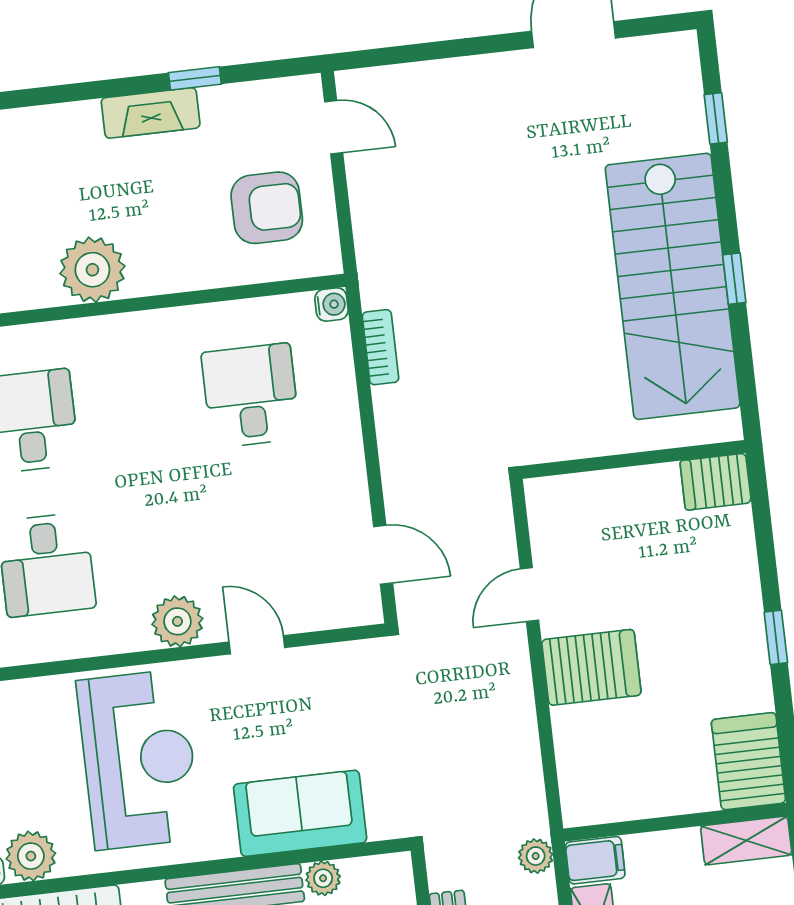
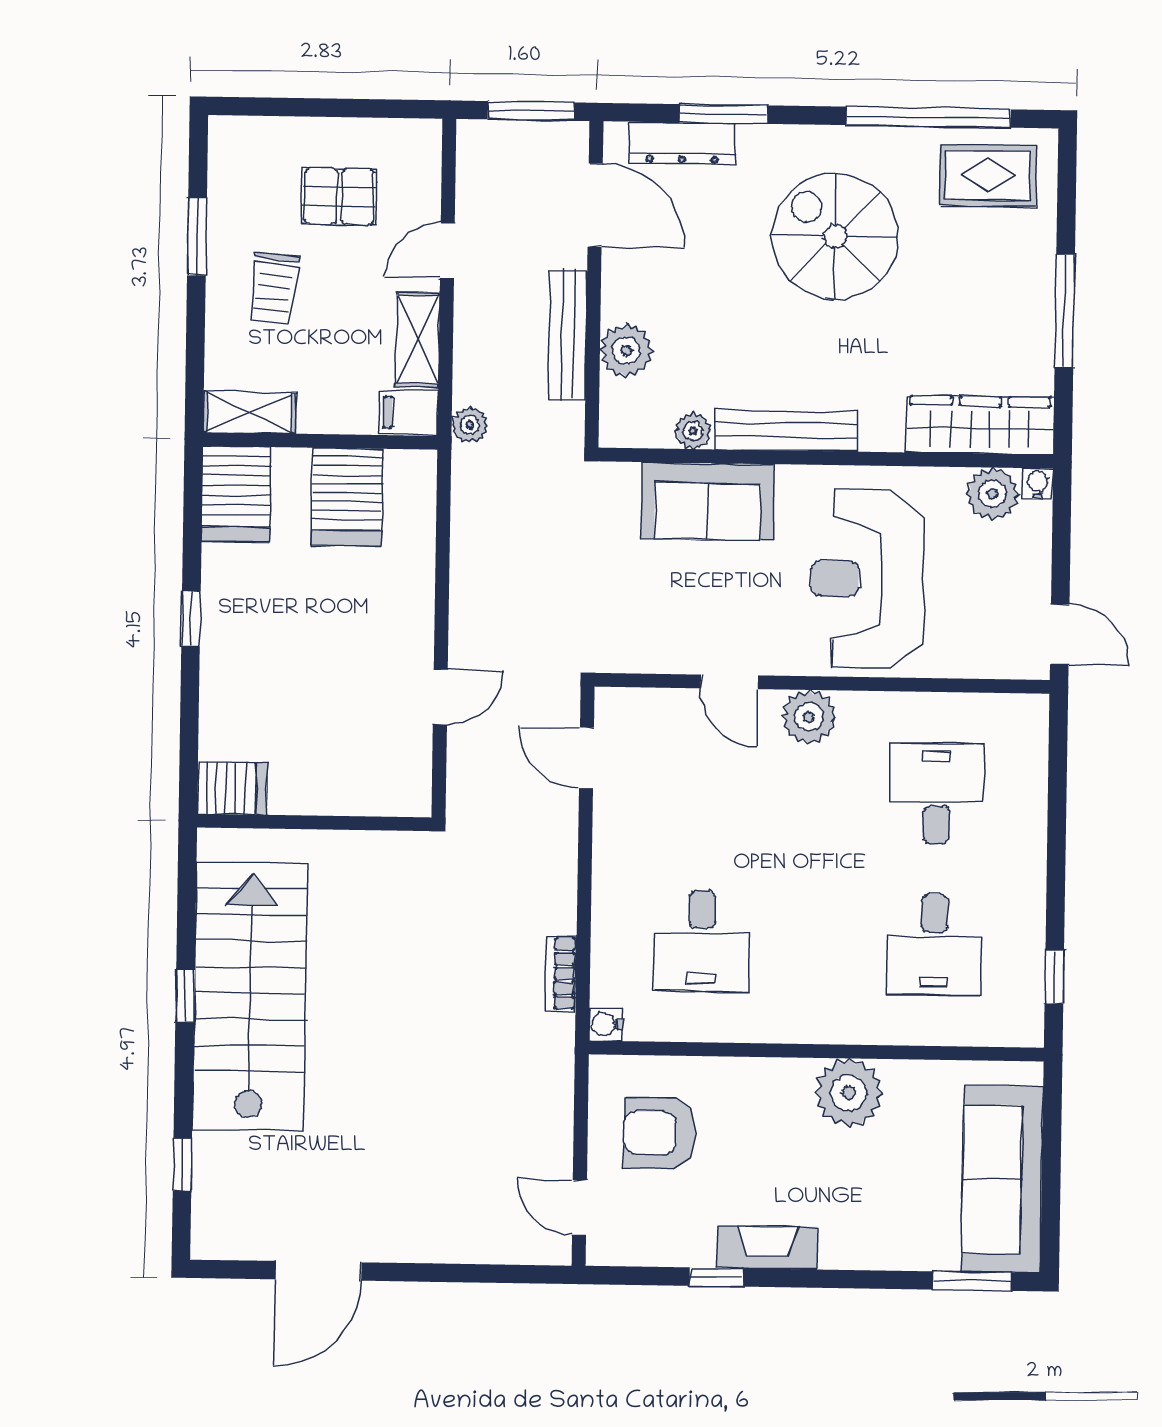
server rack: (591, 667) -> (347, 497), moved, turned -90

